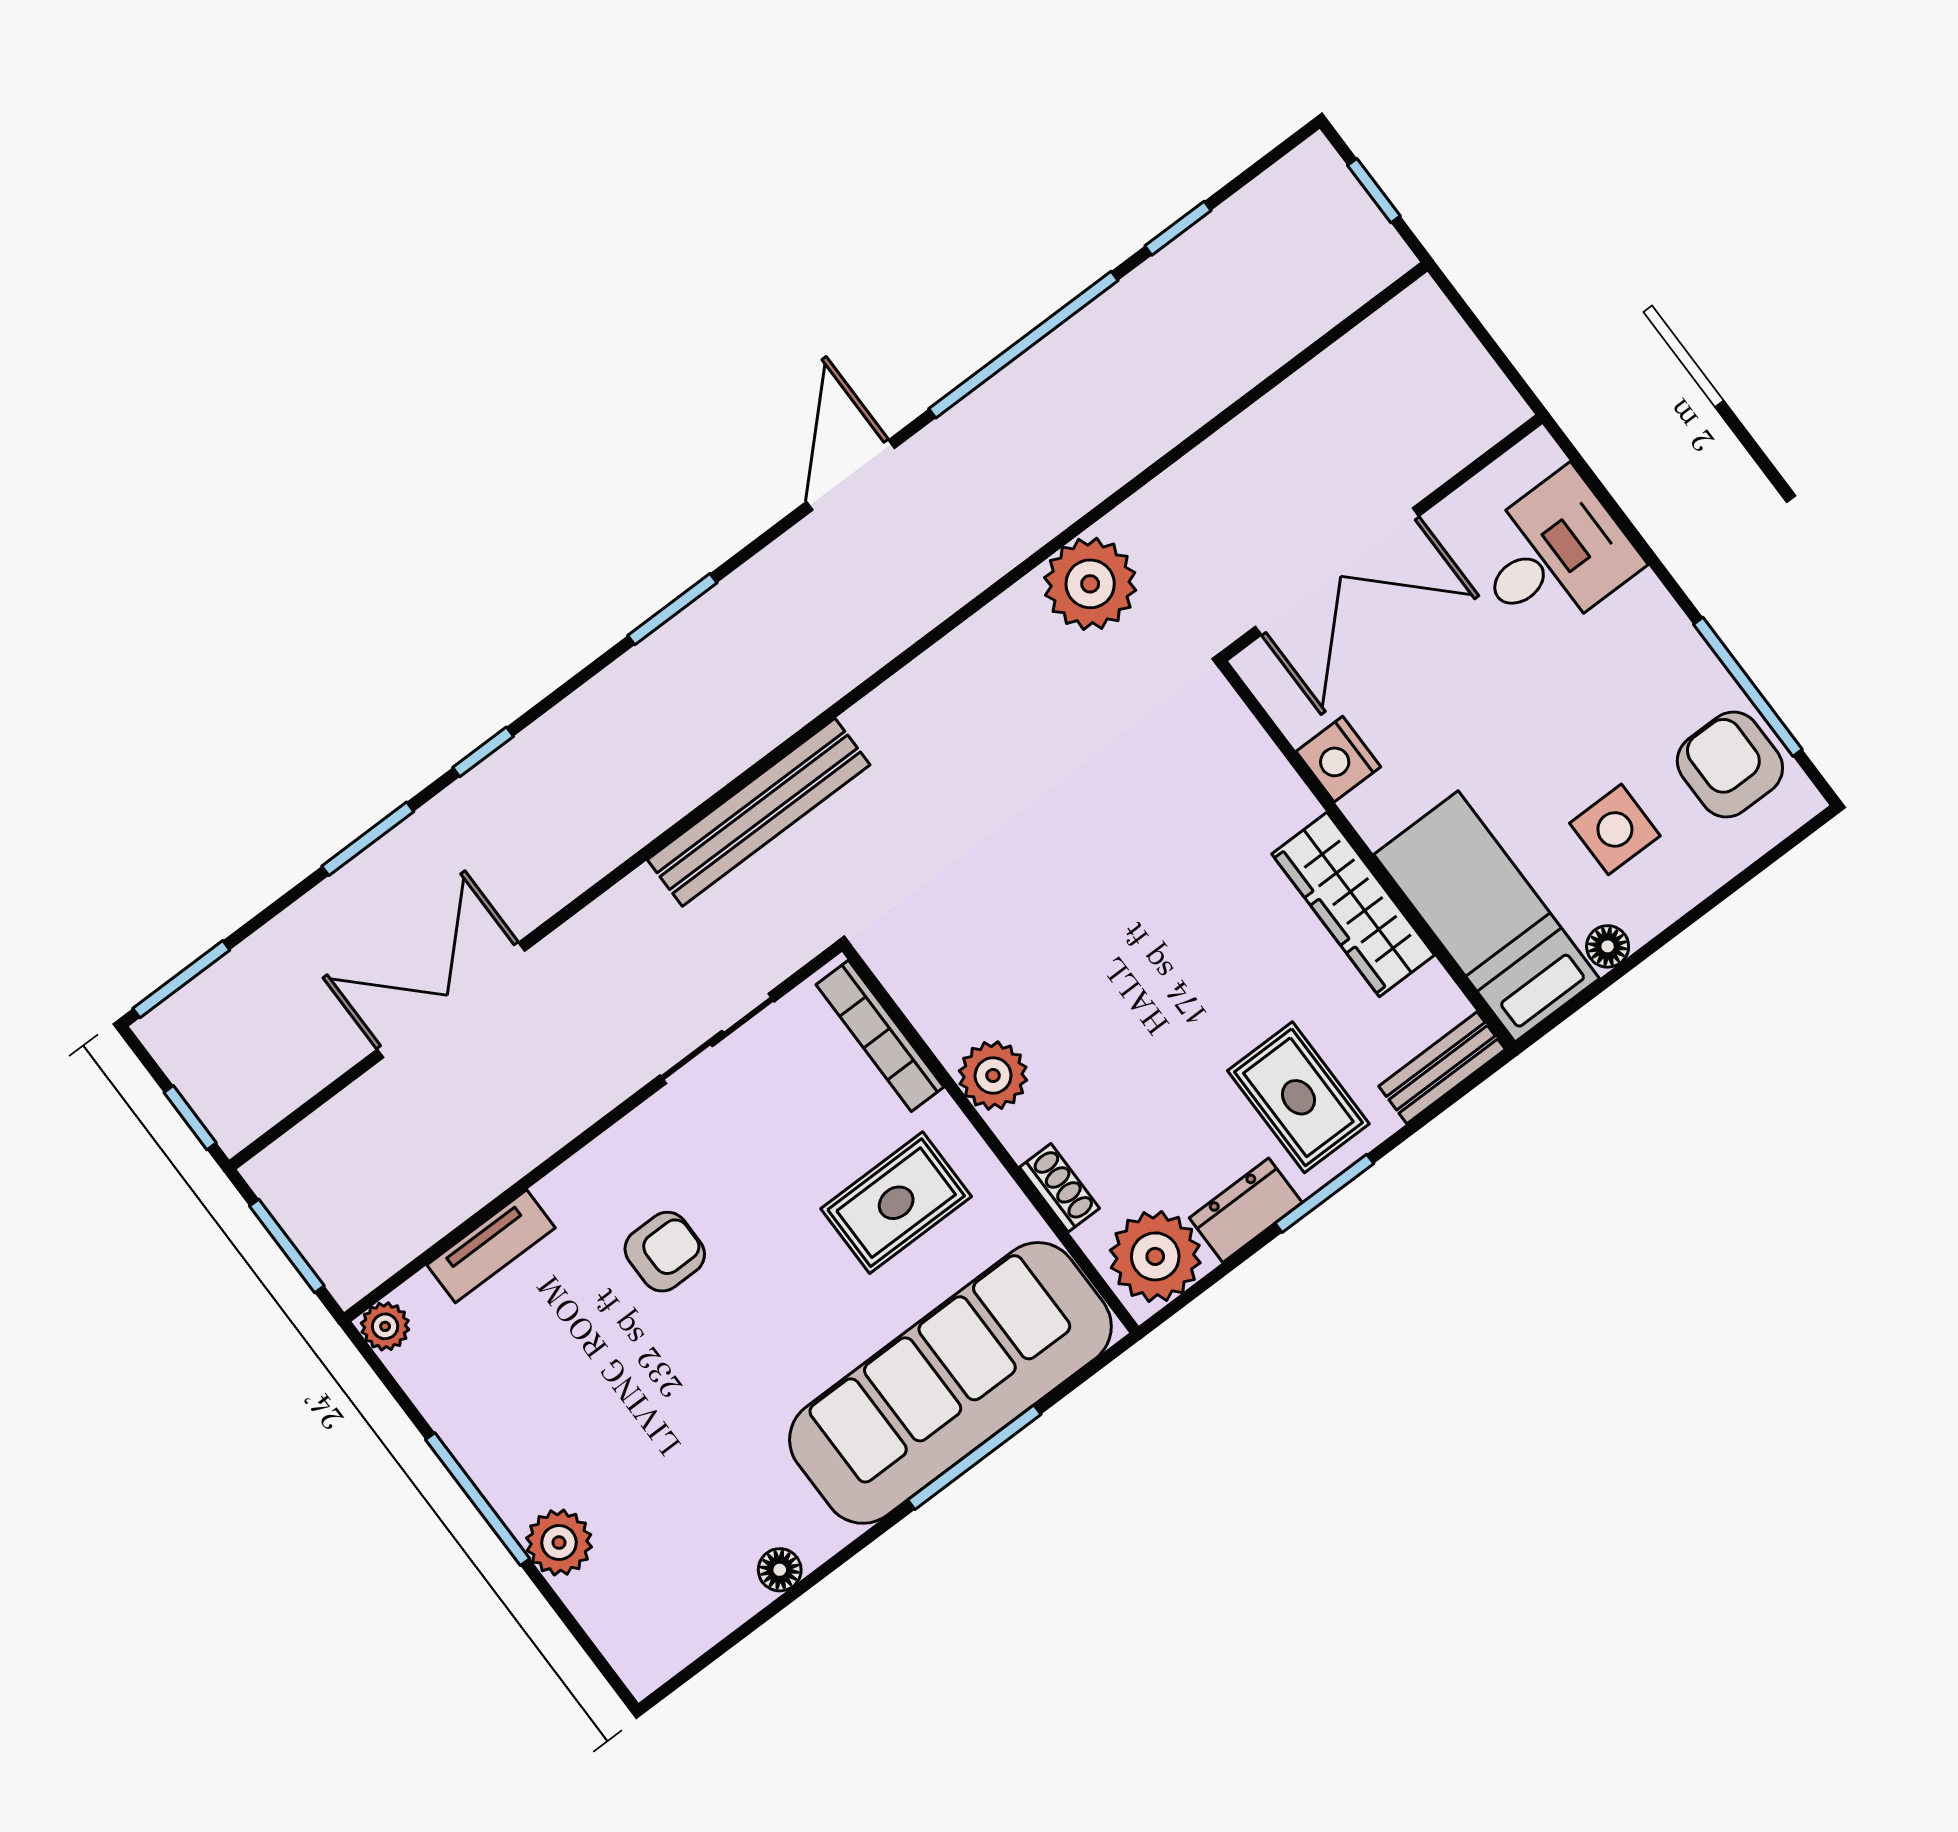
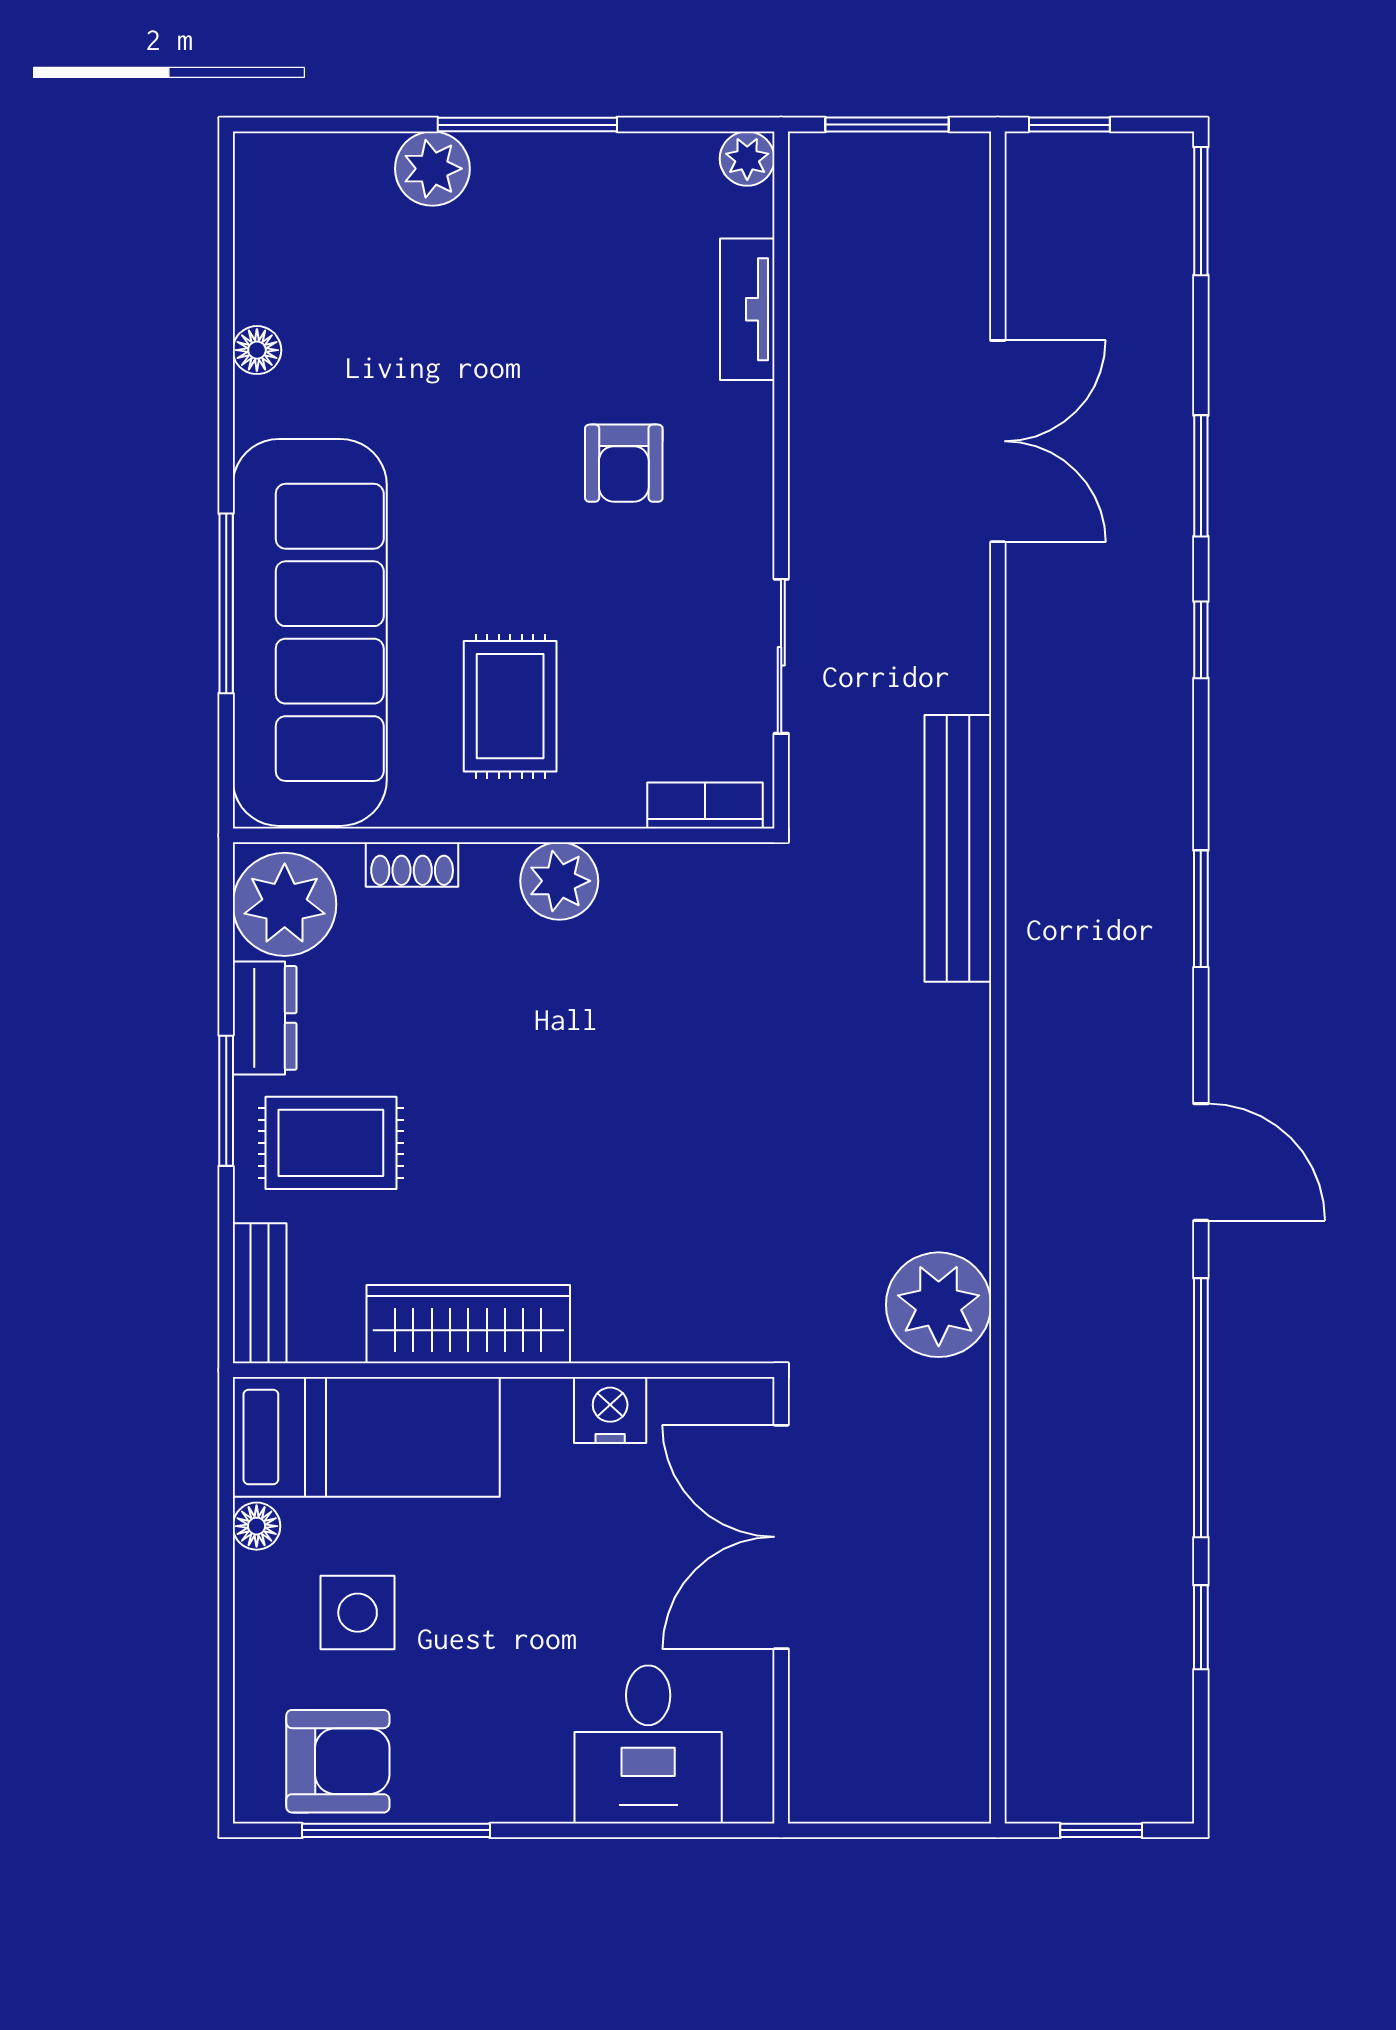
bookcase: (880, 1036) -> (705, 805), width x0.64

